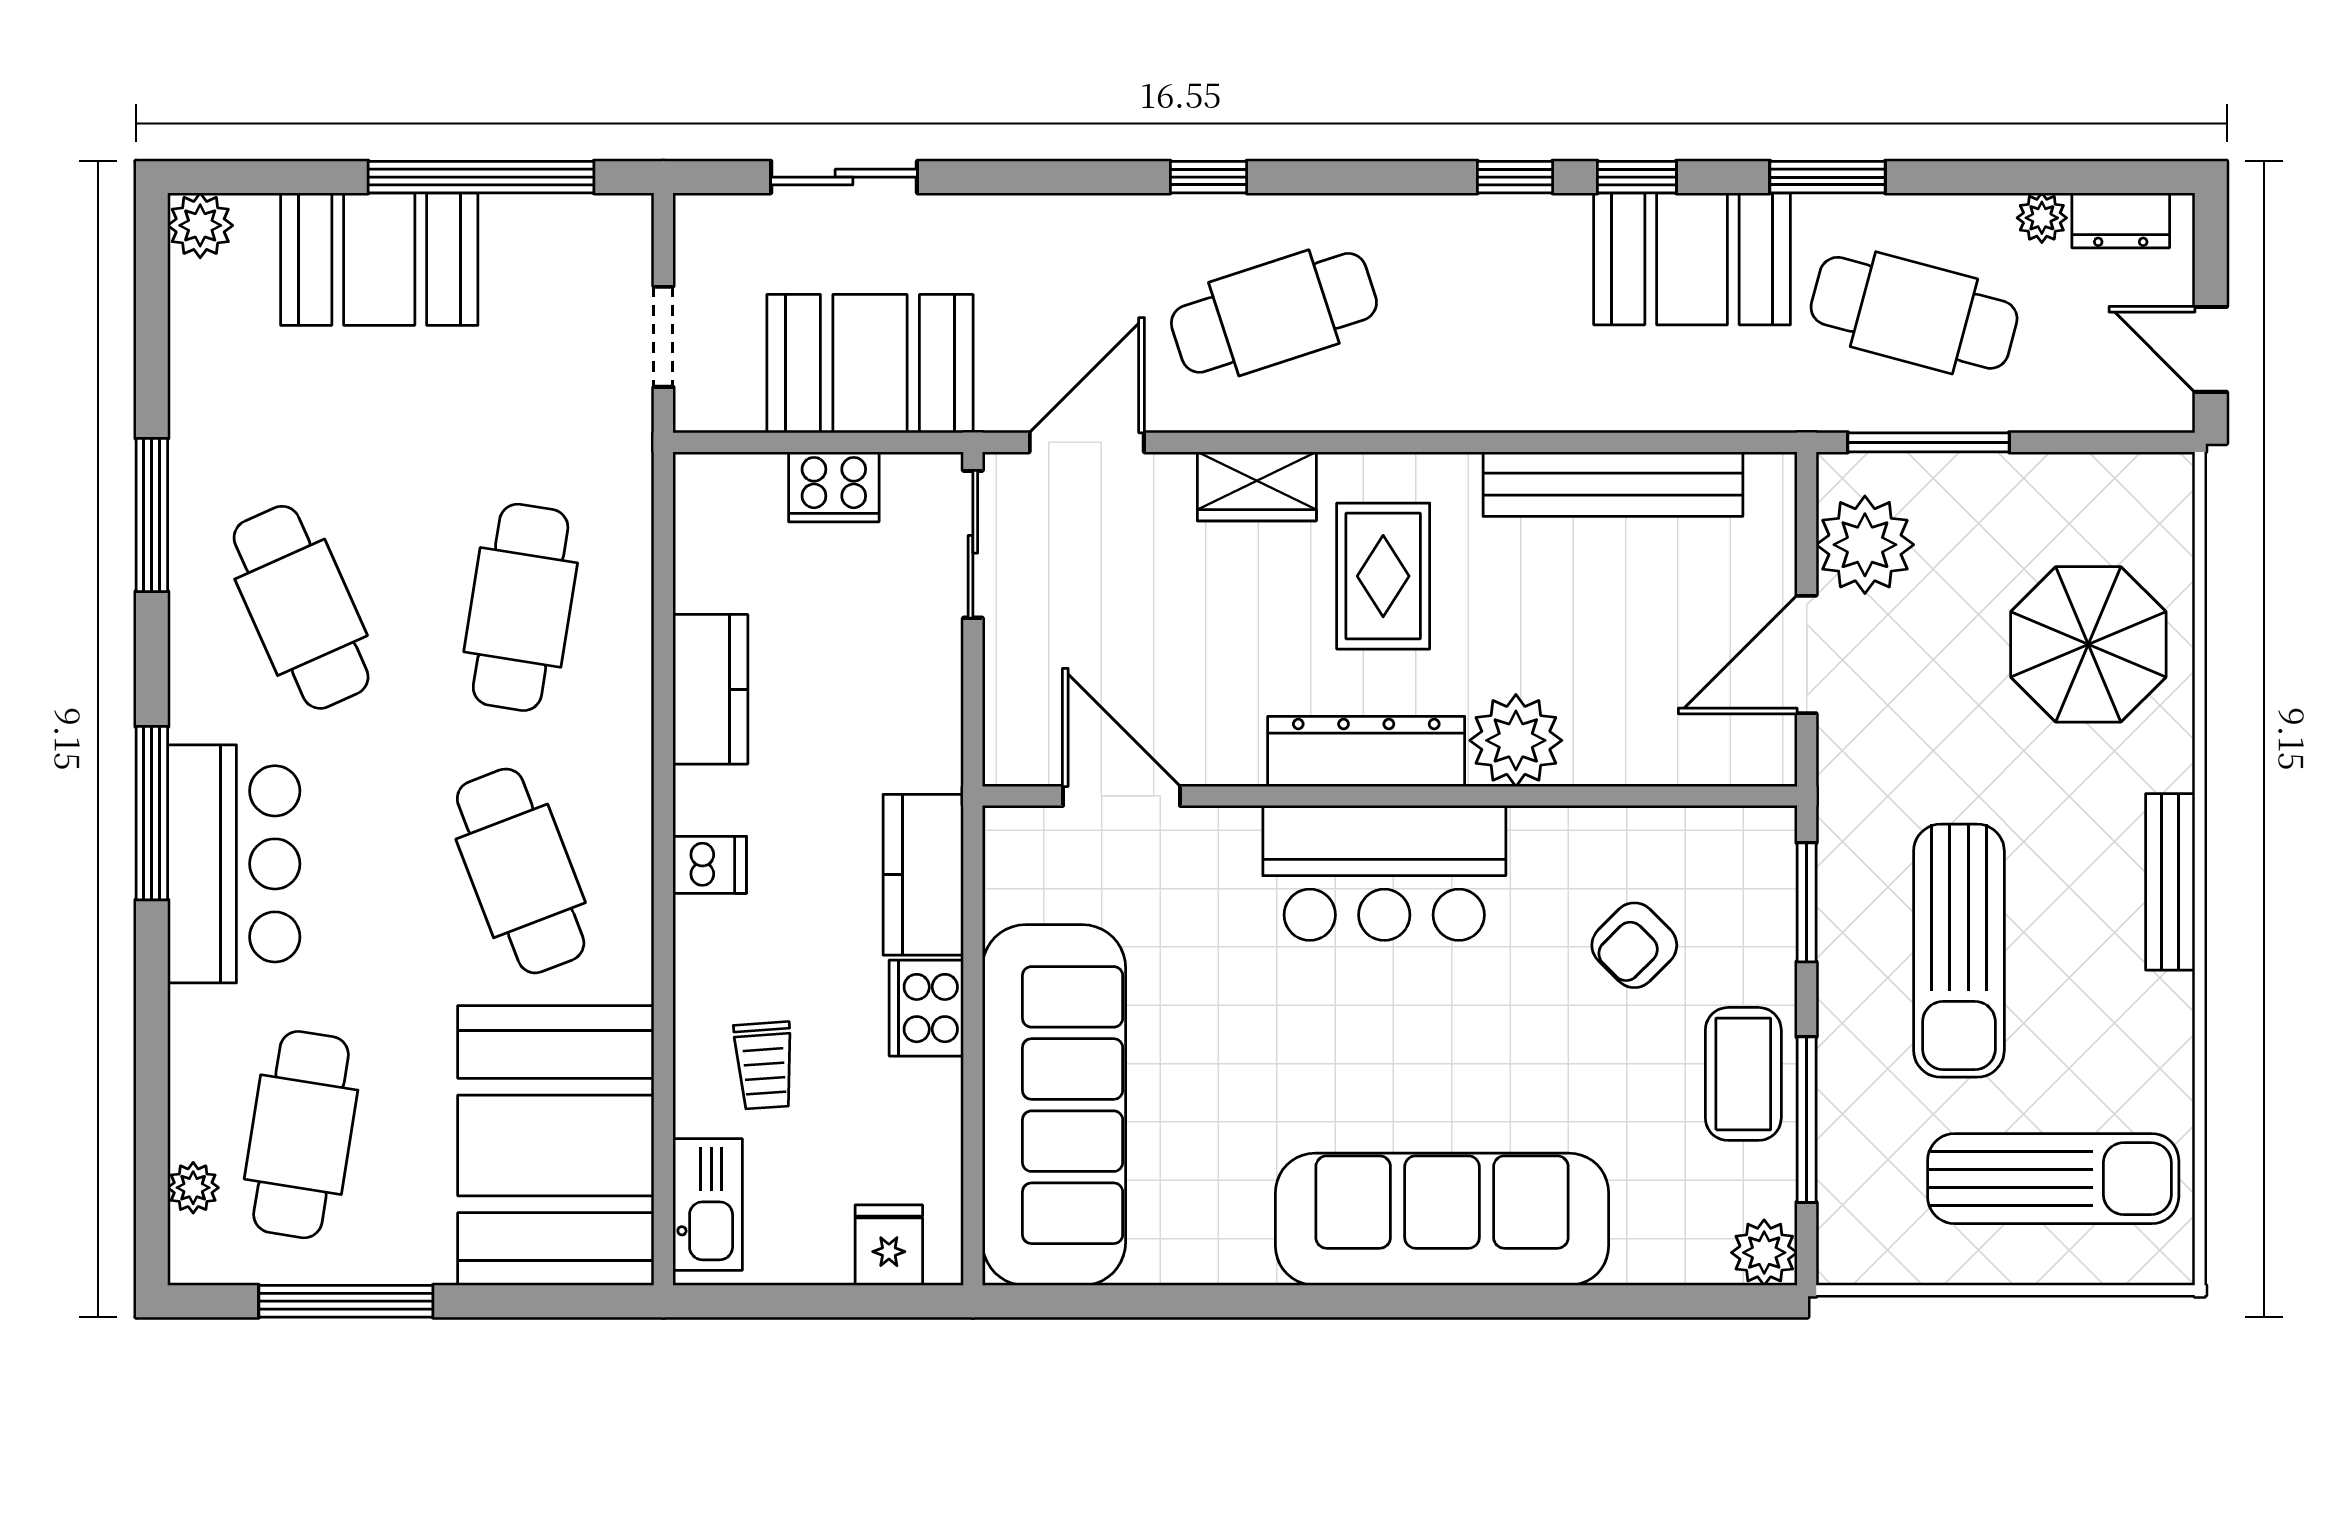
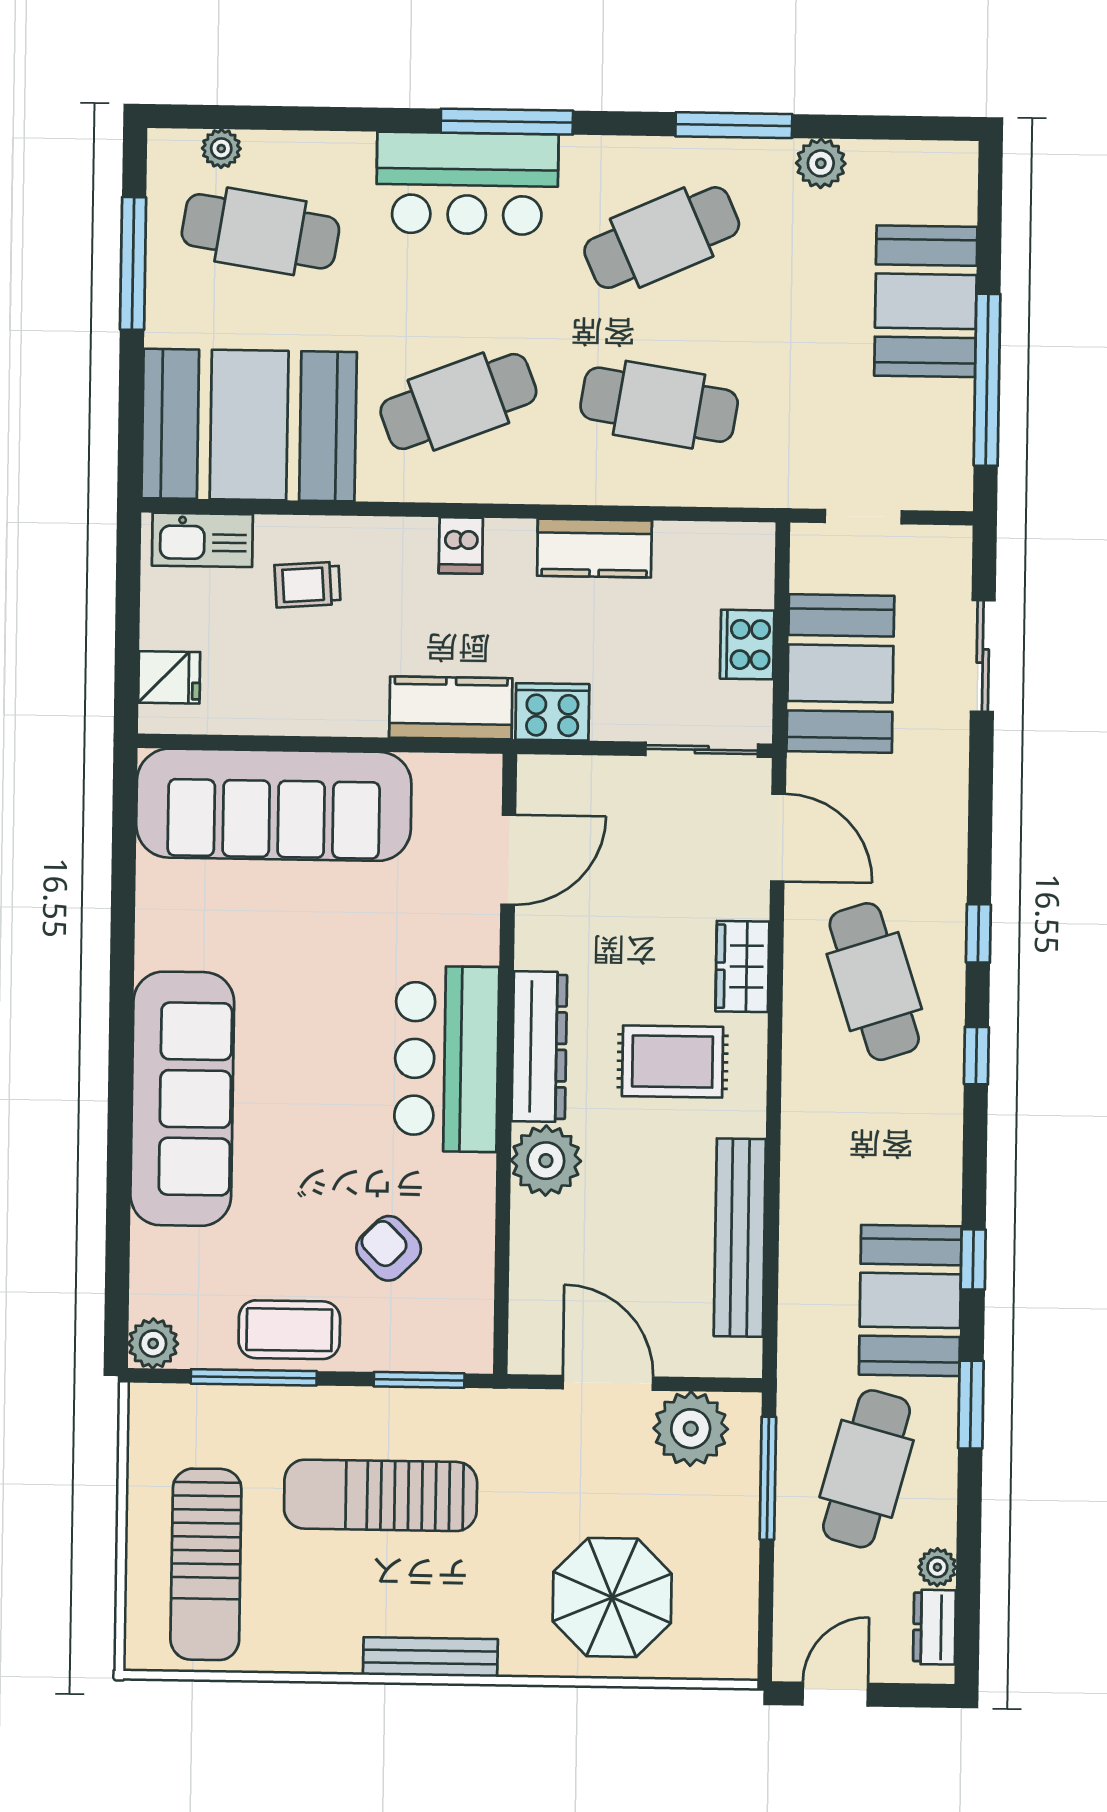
window: (1515, 177) -> (976, 1056), moved
plant: (200, 225) -> (821, 163), moved
cooker: (926, 1008) -> (552, 712), moved

